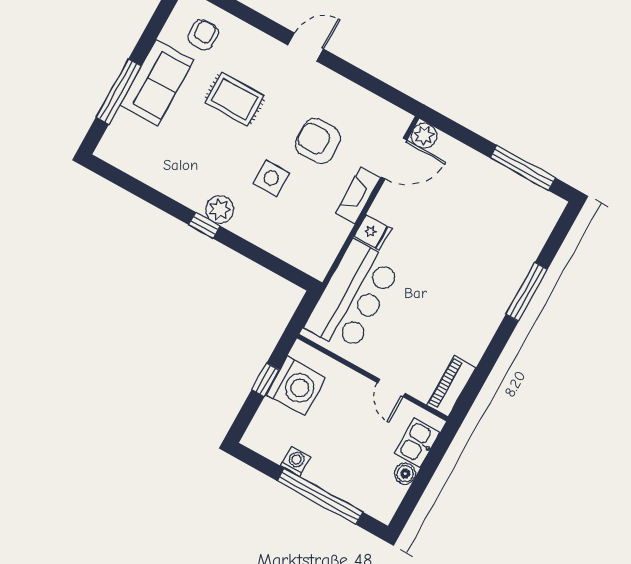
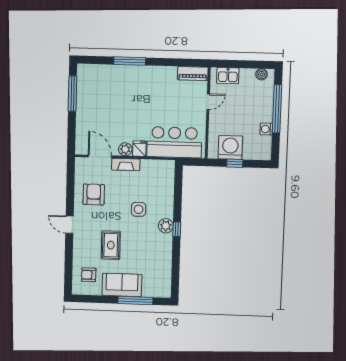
plant: (424, 136) -> (125, 149), moved
armchair: (318, 141) -> (94, 194), moved, turned 180
boiler: (405, 474) -> (262, 74), moved

